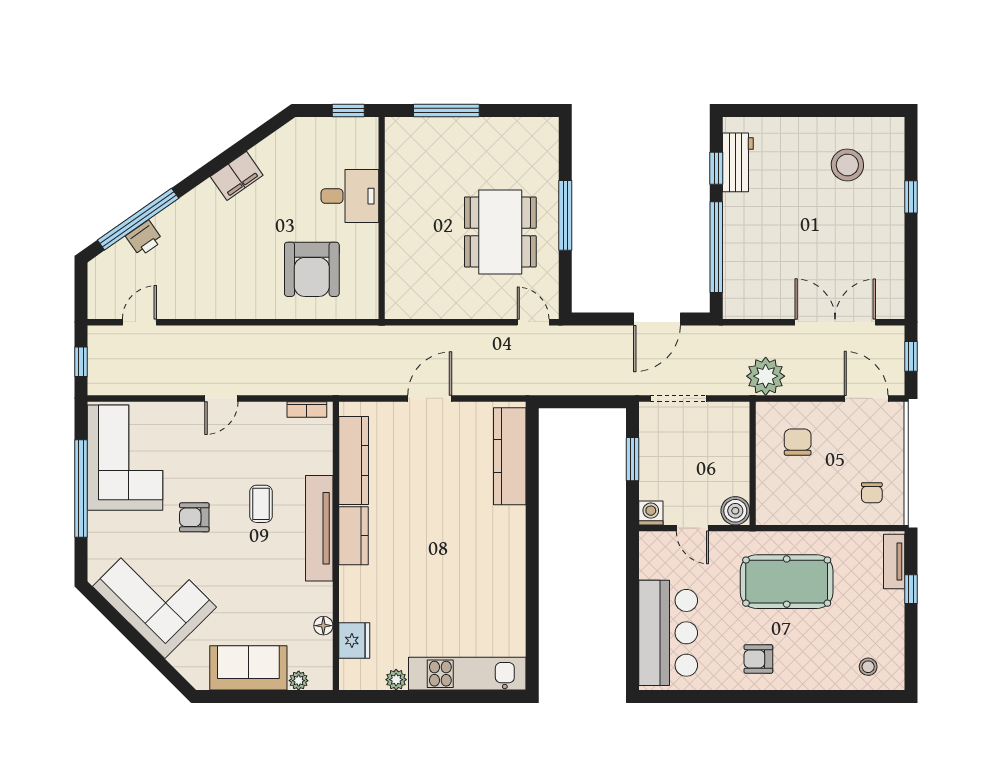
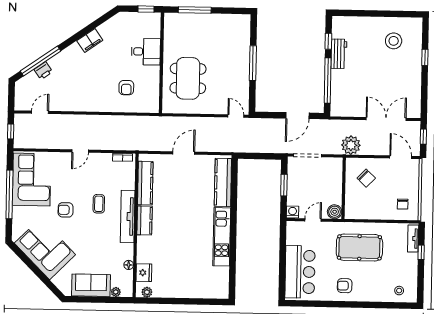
workbench: (738, 162) -> (339, 54), moved
dining table: (500, 232) -> (188, 78), moved
armchair: (312, 269) -> (126, 88), width x0.53, depth x0.53
chair: (798, 442) -> (366, 178), turned 134
door: (692, 528) -> (313, 220), swing flipped
kitchen unit: (467, 674) -> (222, 237), moved, turned -90
plant: (396, 680) -> (147, 292), moved

